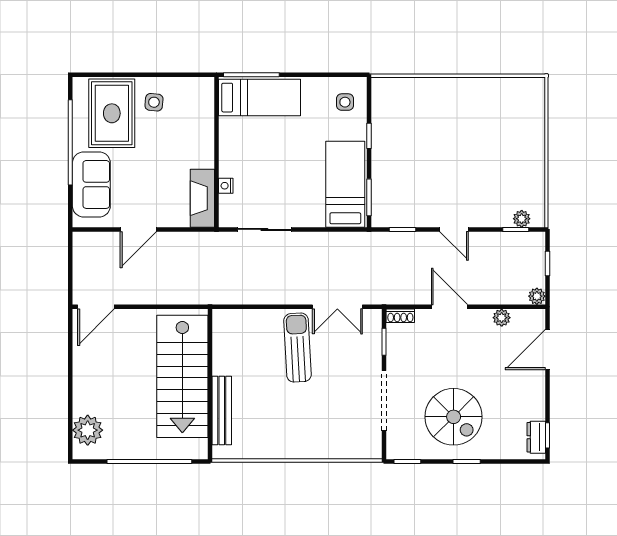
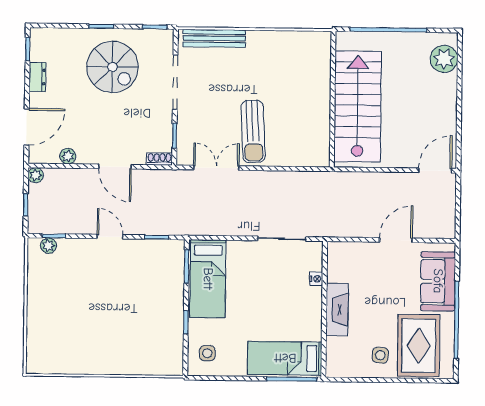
fireplace: (202, 198) -> (337, 309), moved
bench: (222, 410) -> (214, 38), moved, turned 90
spiral stairs: (454, 417) -> (112, 67), turned 180
dresser: (536, 437) -> (37, 77), moved

